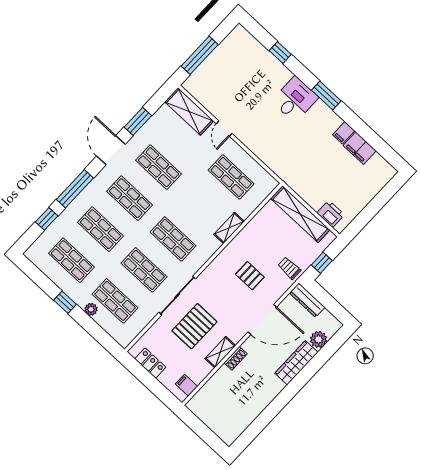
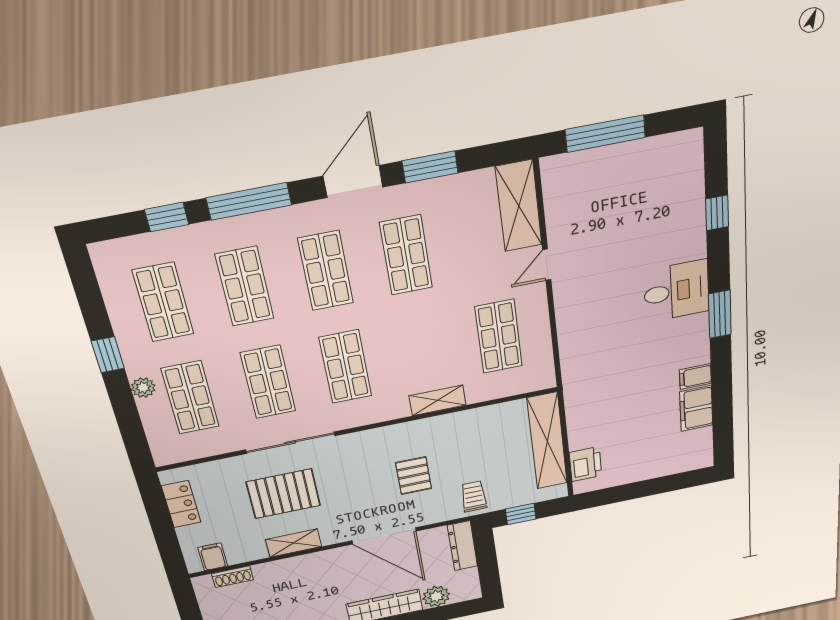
shoe rack: (236, 358) -> (233, 577), moved

